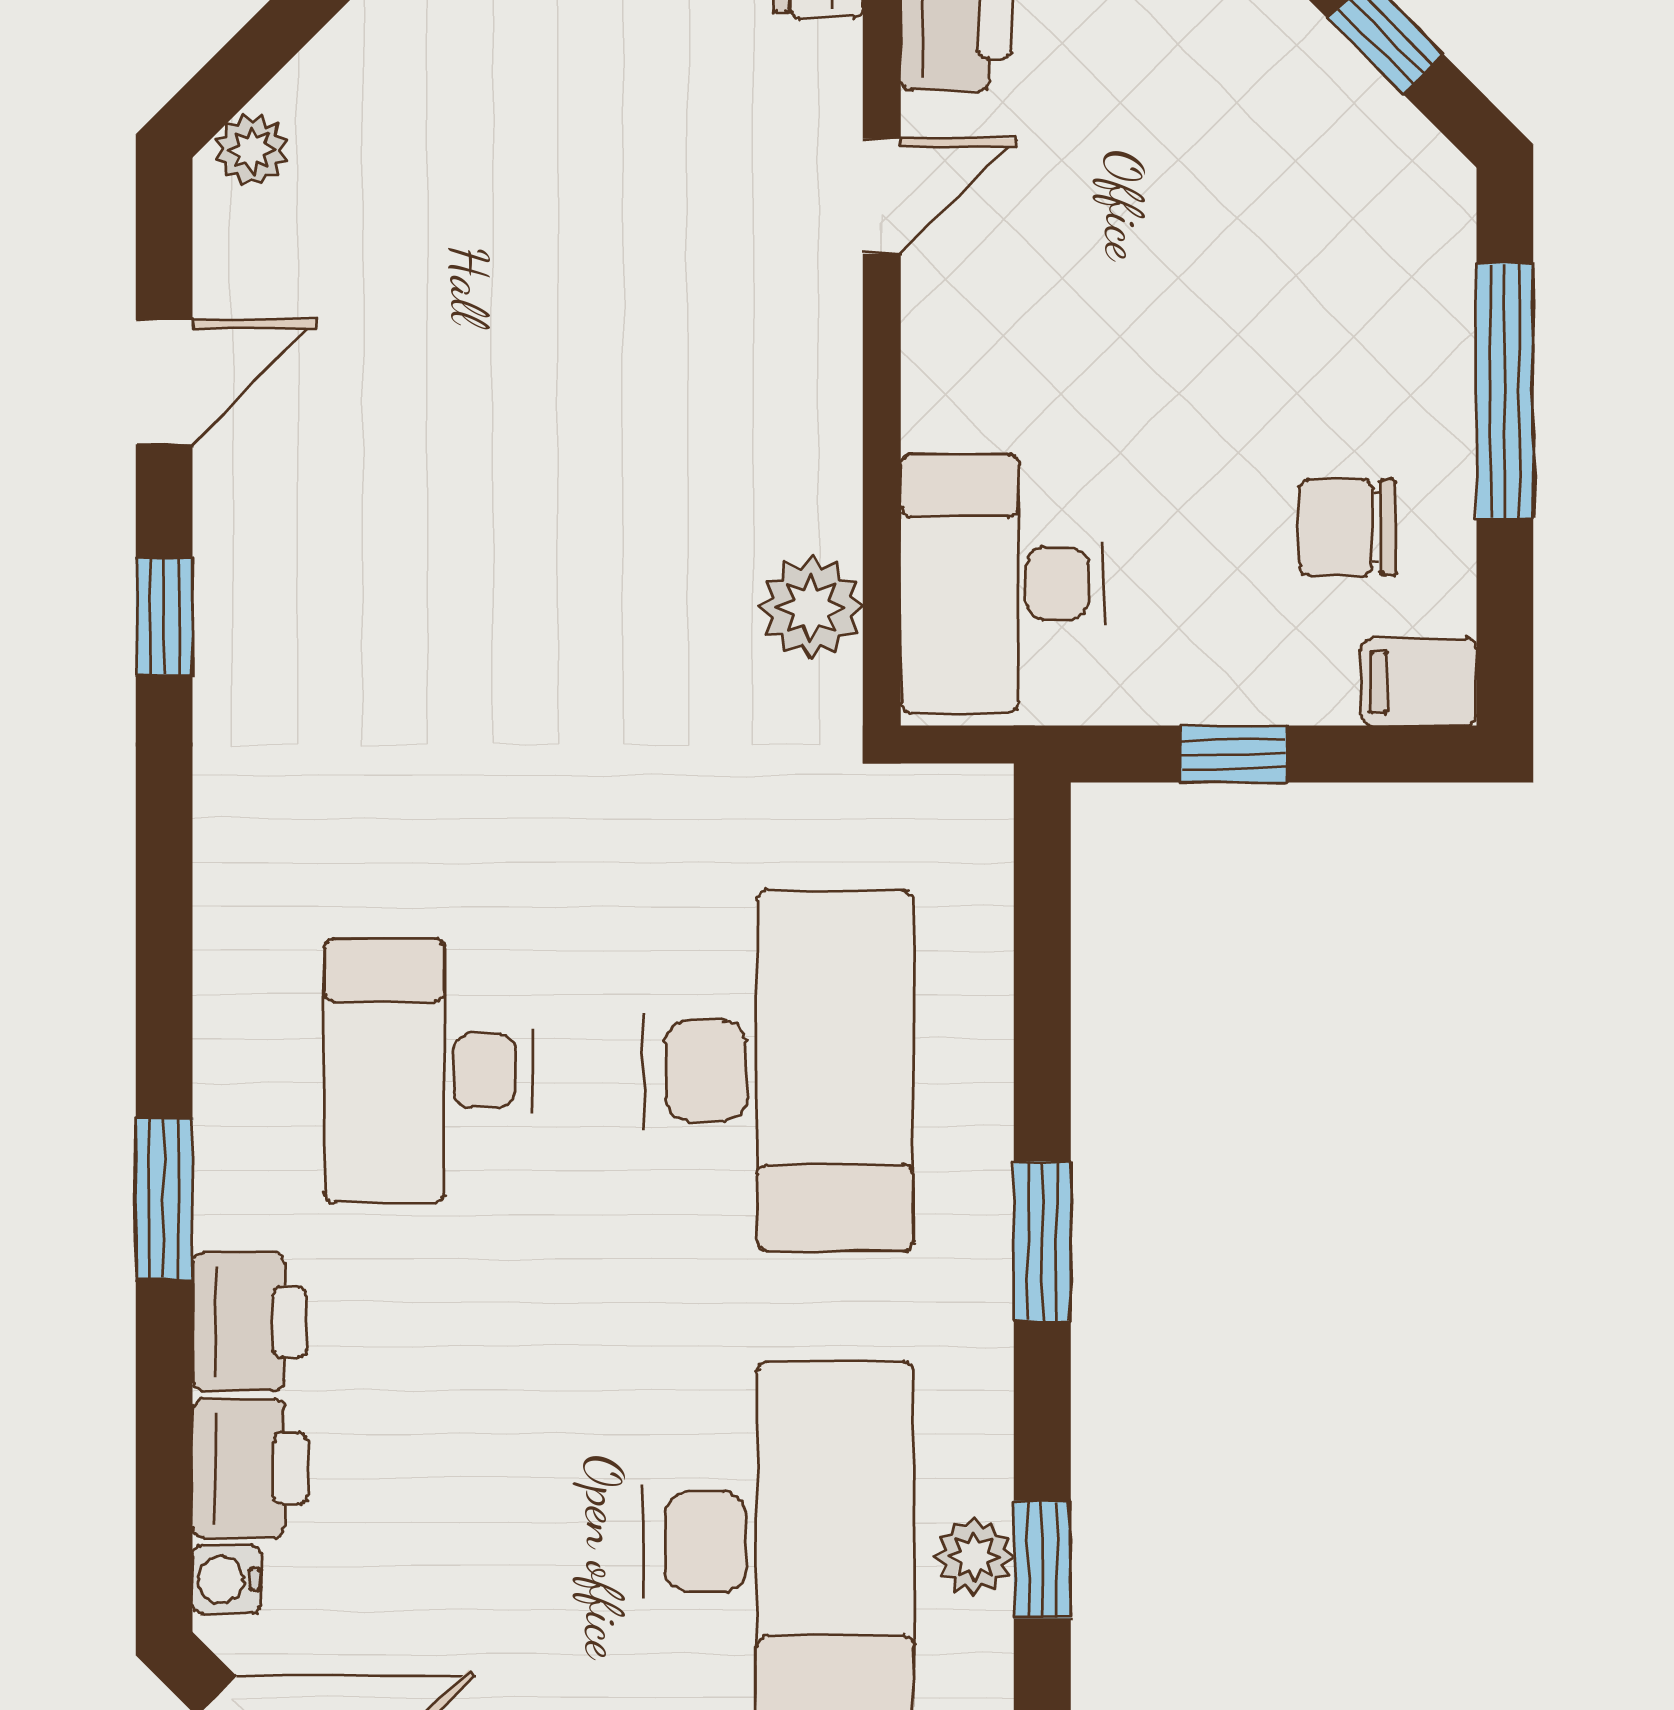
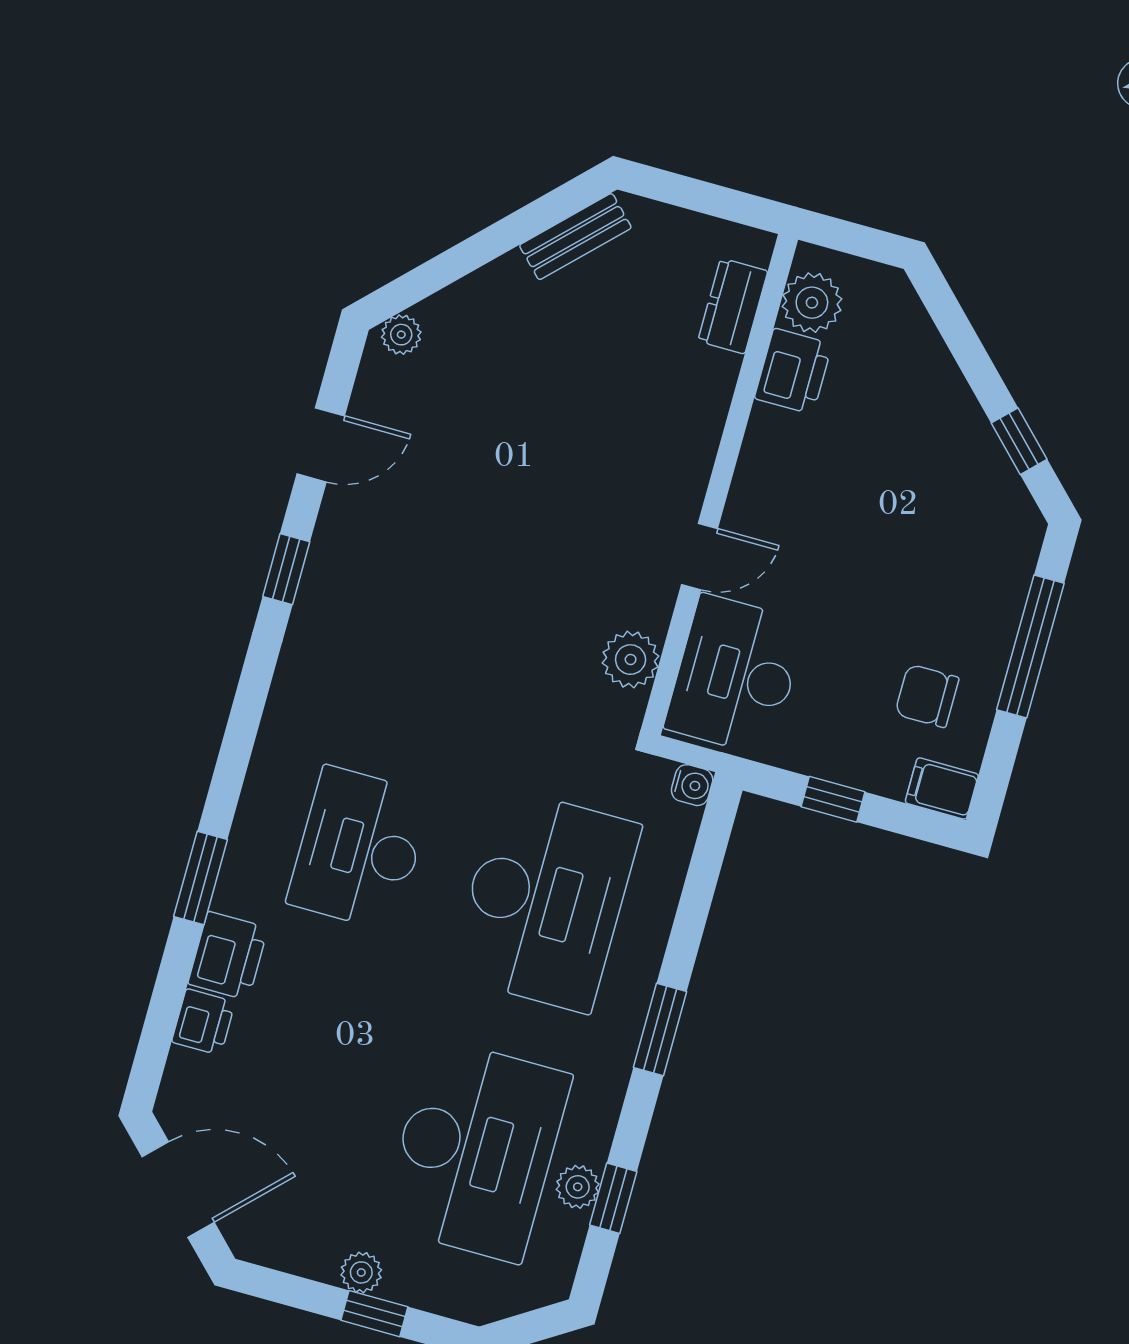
door: (882, 196) -> (700, 556), moved
printer: (250, 1468) -> (203, 1022), width x0.73, depth x0.81
water cooler: (227, 1580) -> (692, 785), moved, turned 180

